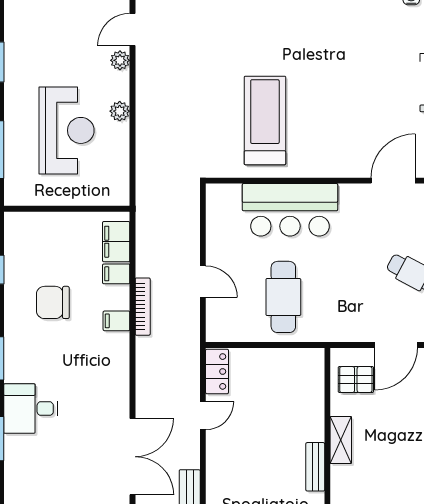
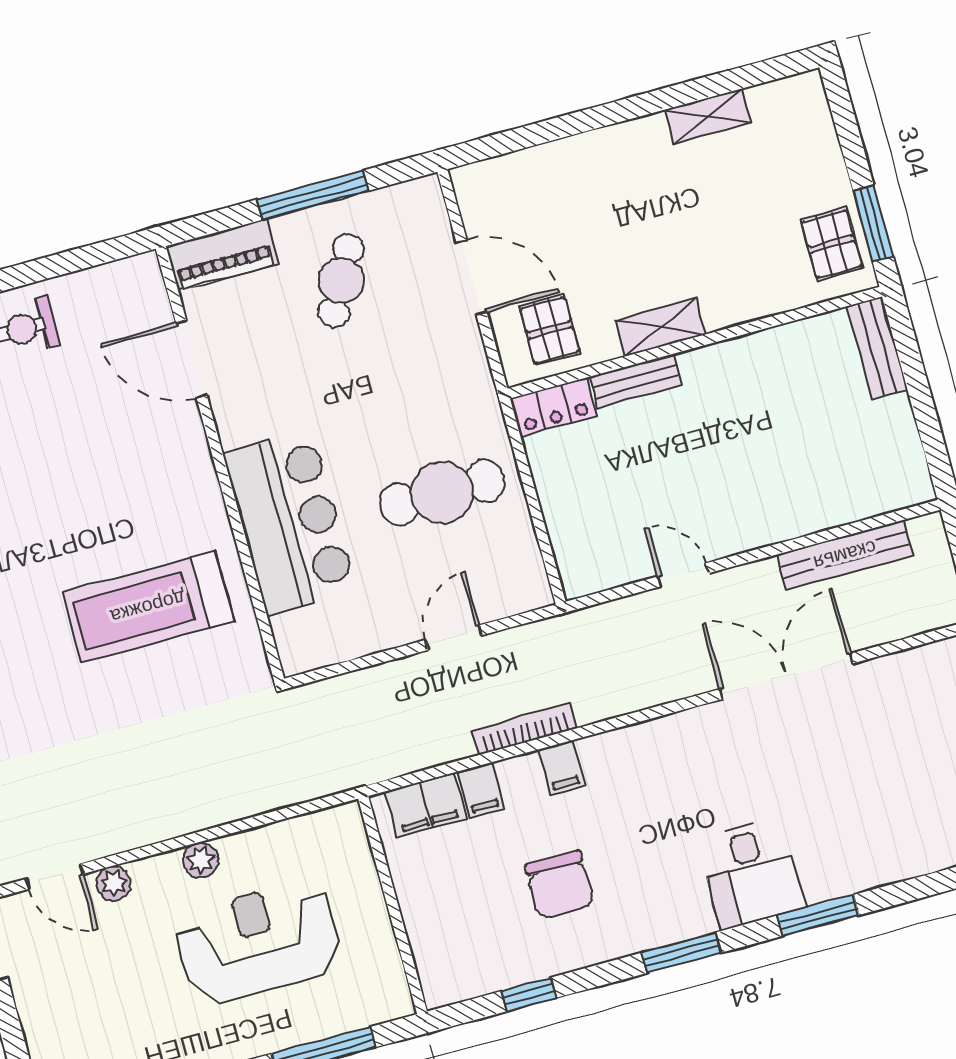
locker: (217, 371) -> (553, 407), moved, turned 180
bench: (315, 467) -> (636, 381), moved

